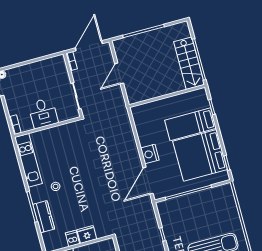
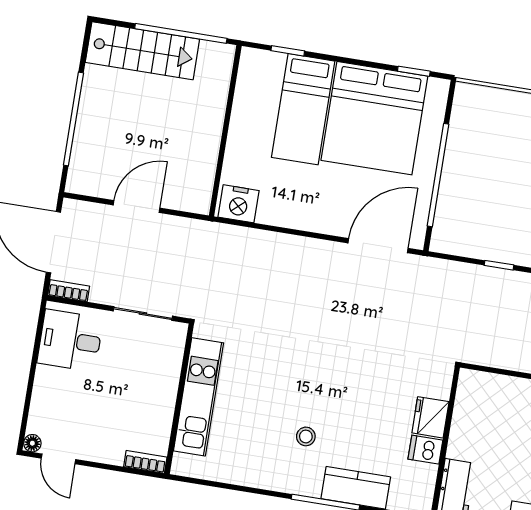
stairs: (189, 63) -> (142, 51), moved
door: (119, 73) -> (136, 206), swing flipped
desk: (43, 113) -> (70, 340), moved, turned 180
nightstand: (150, 154) -> (239, 204), moved
kitchen unit: (28, 160) -> (199, 397), moved, turned 90
door: (148, 181) -> (378, 246), swing flipped

